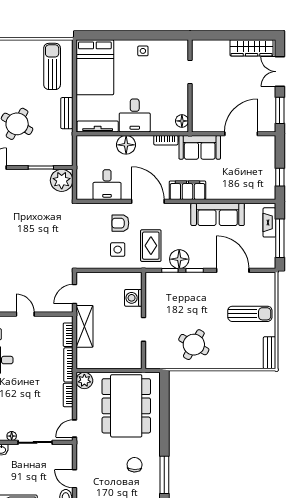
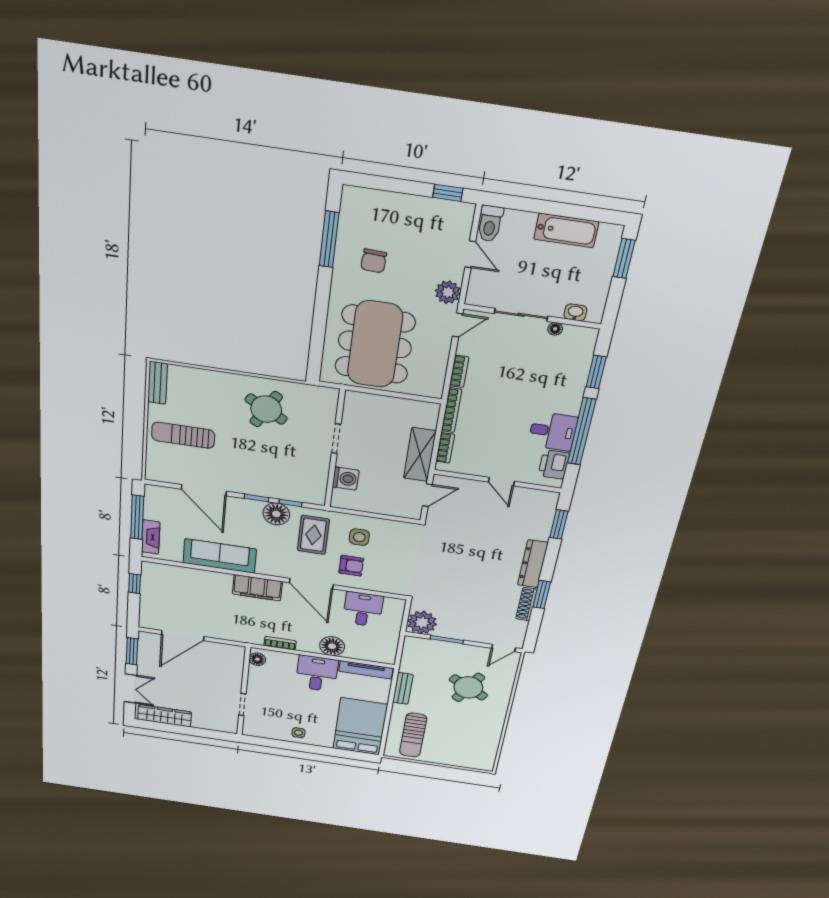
sofa: (200, 147) -> (237, 630), removed
plant: (84, 381) -> (448, 292), moved

